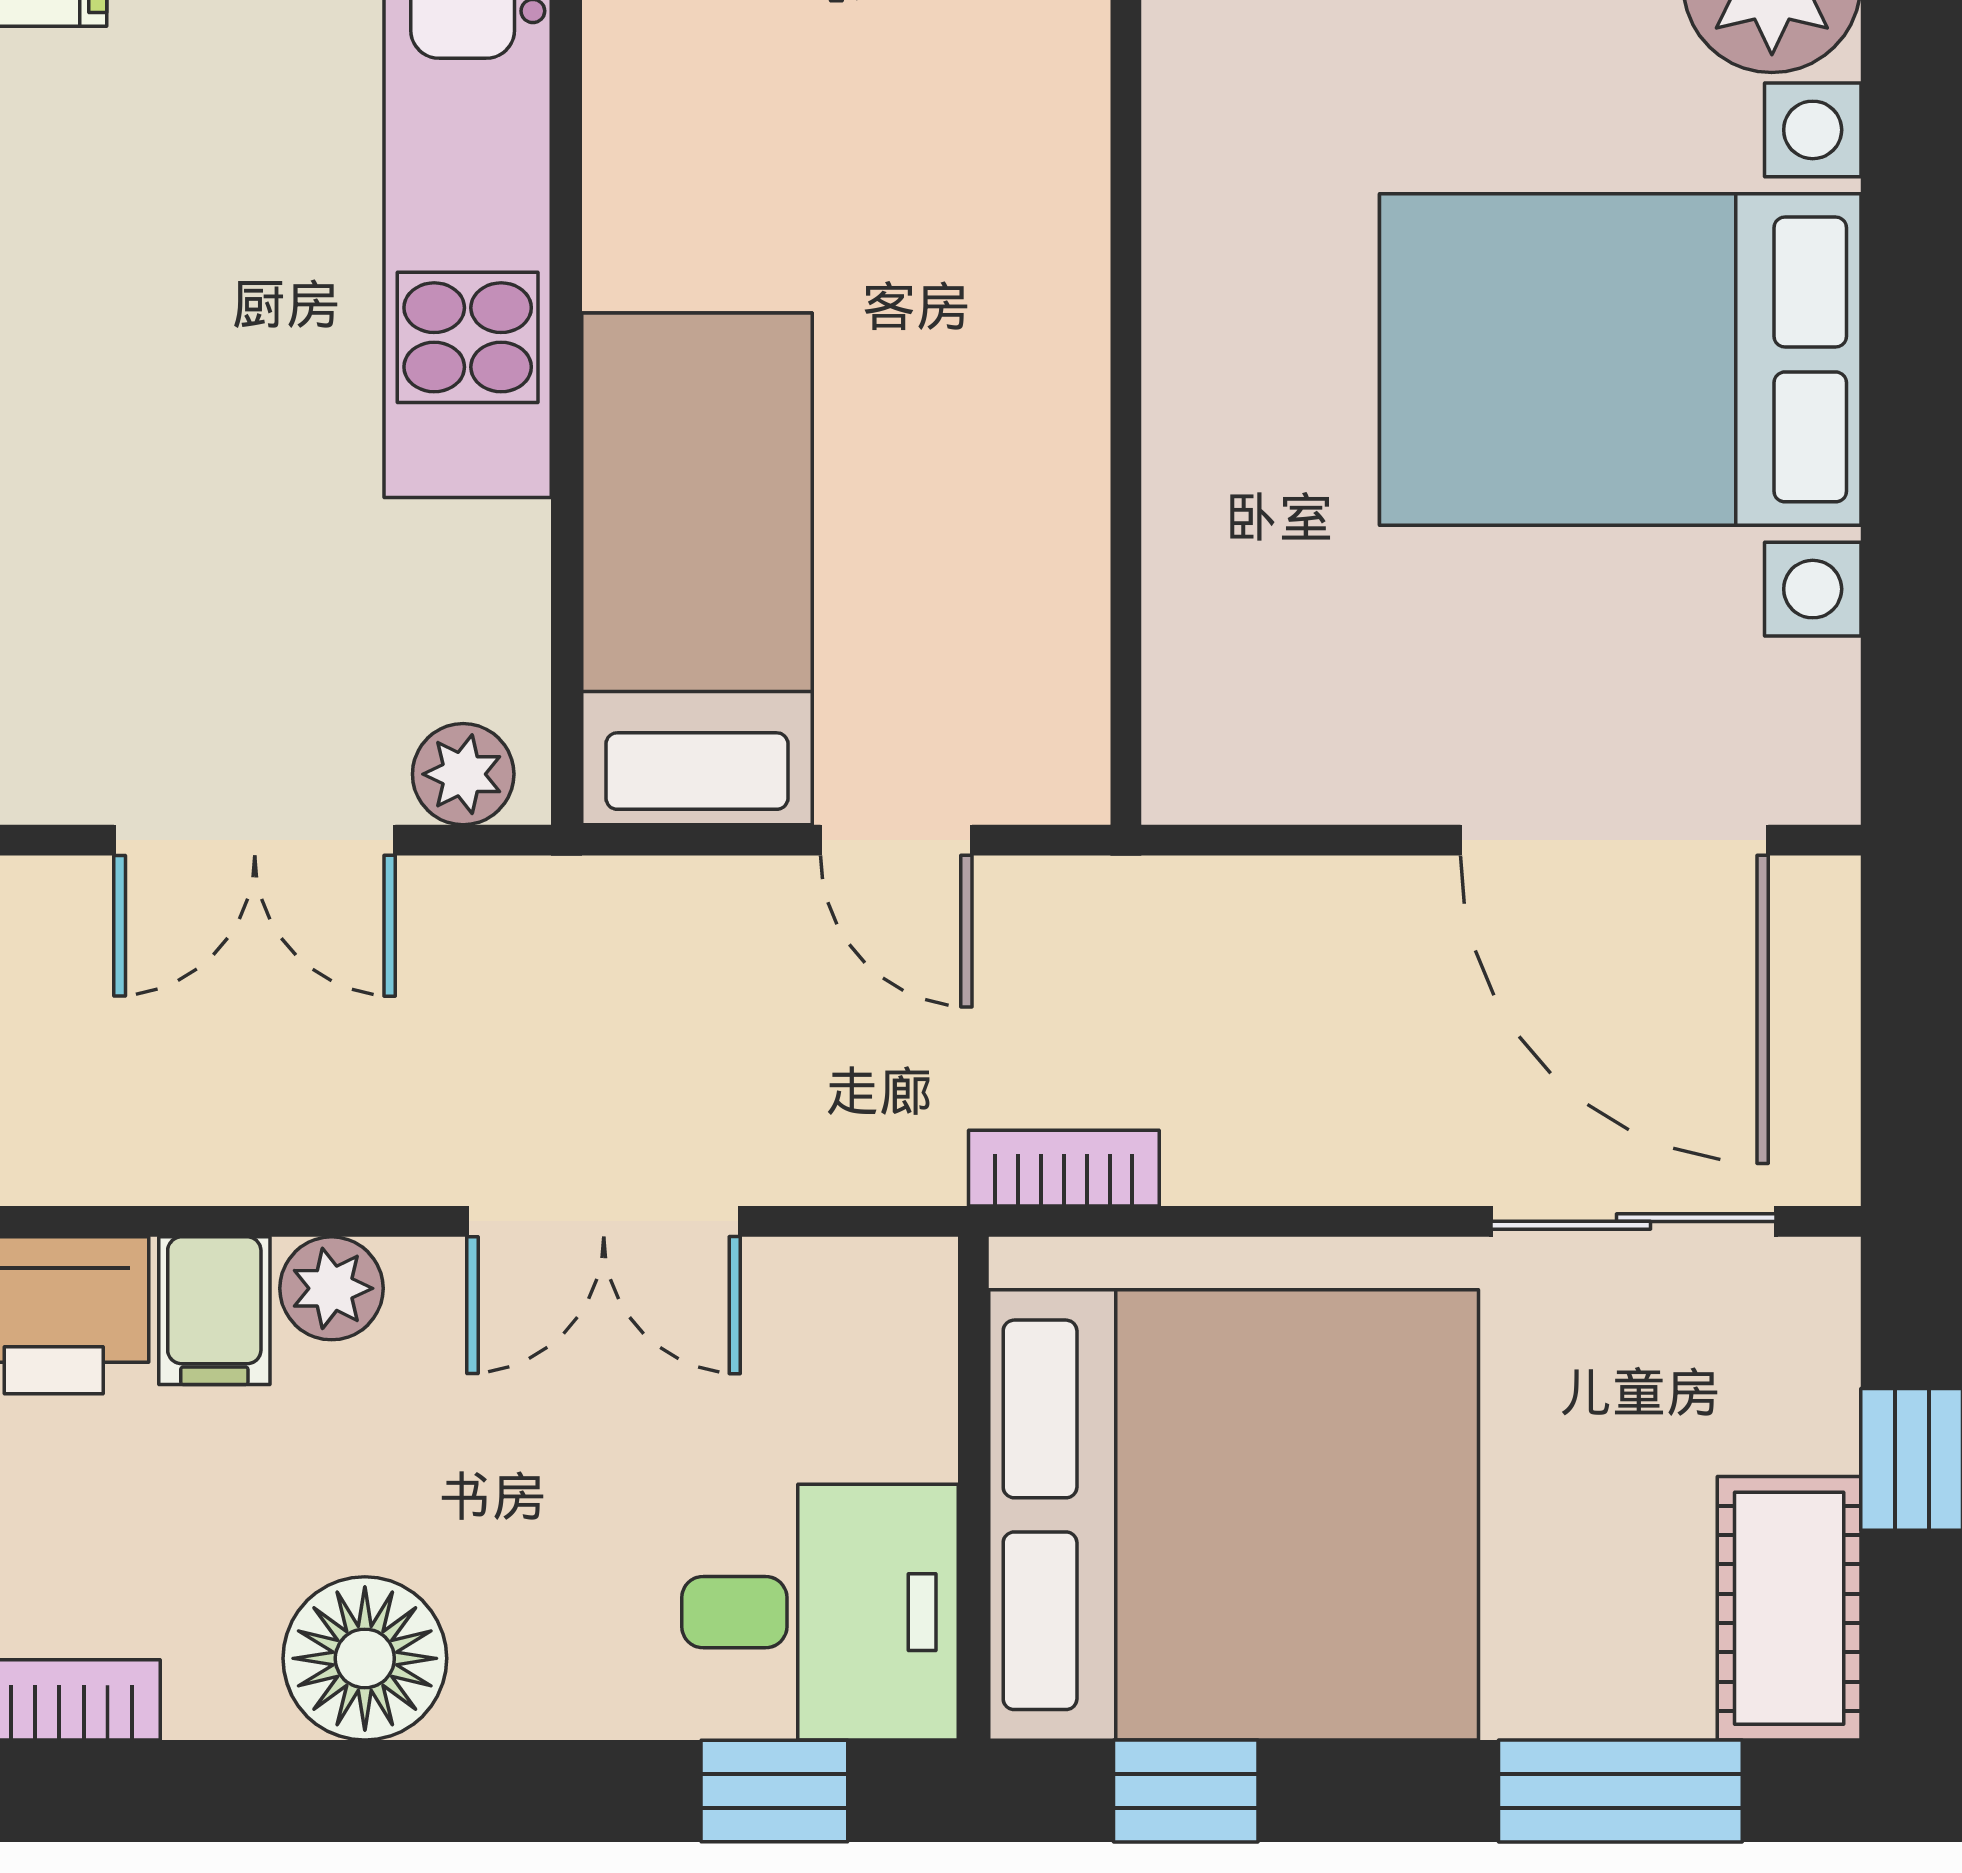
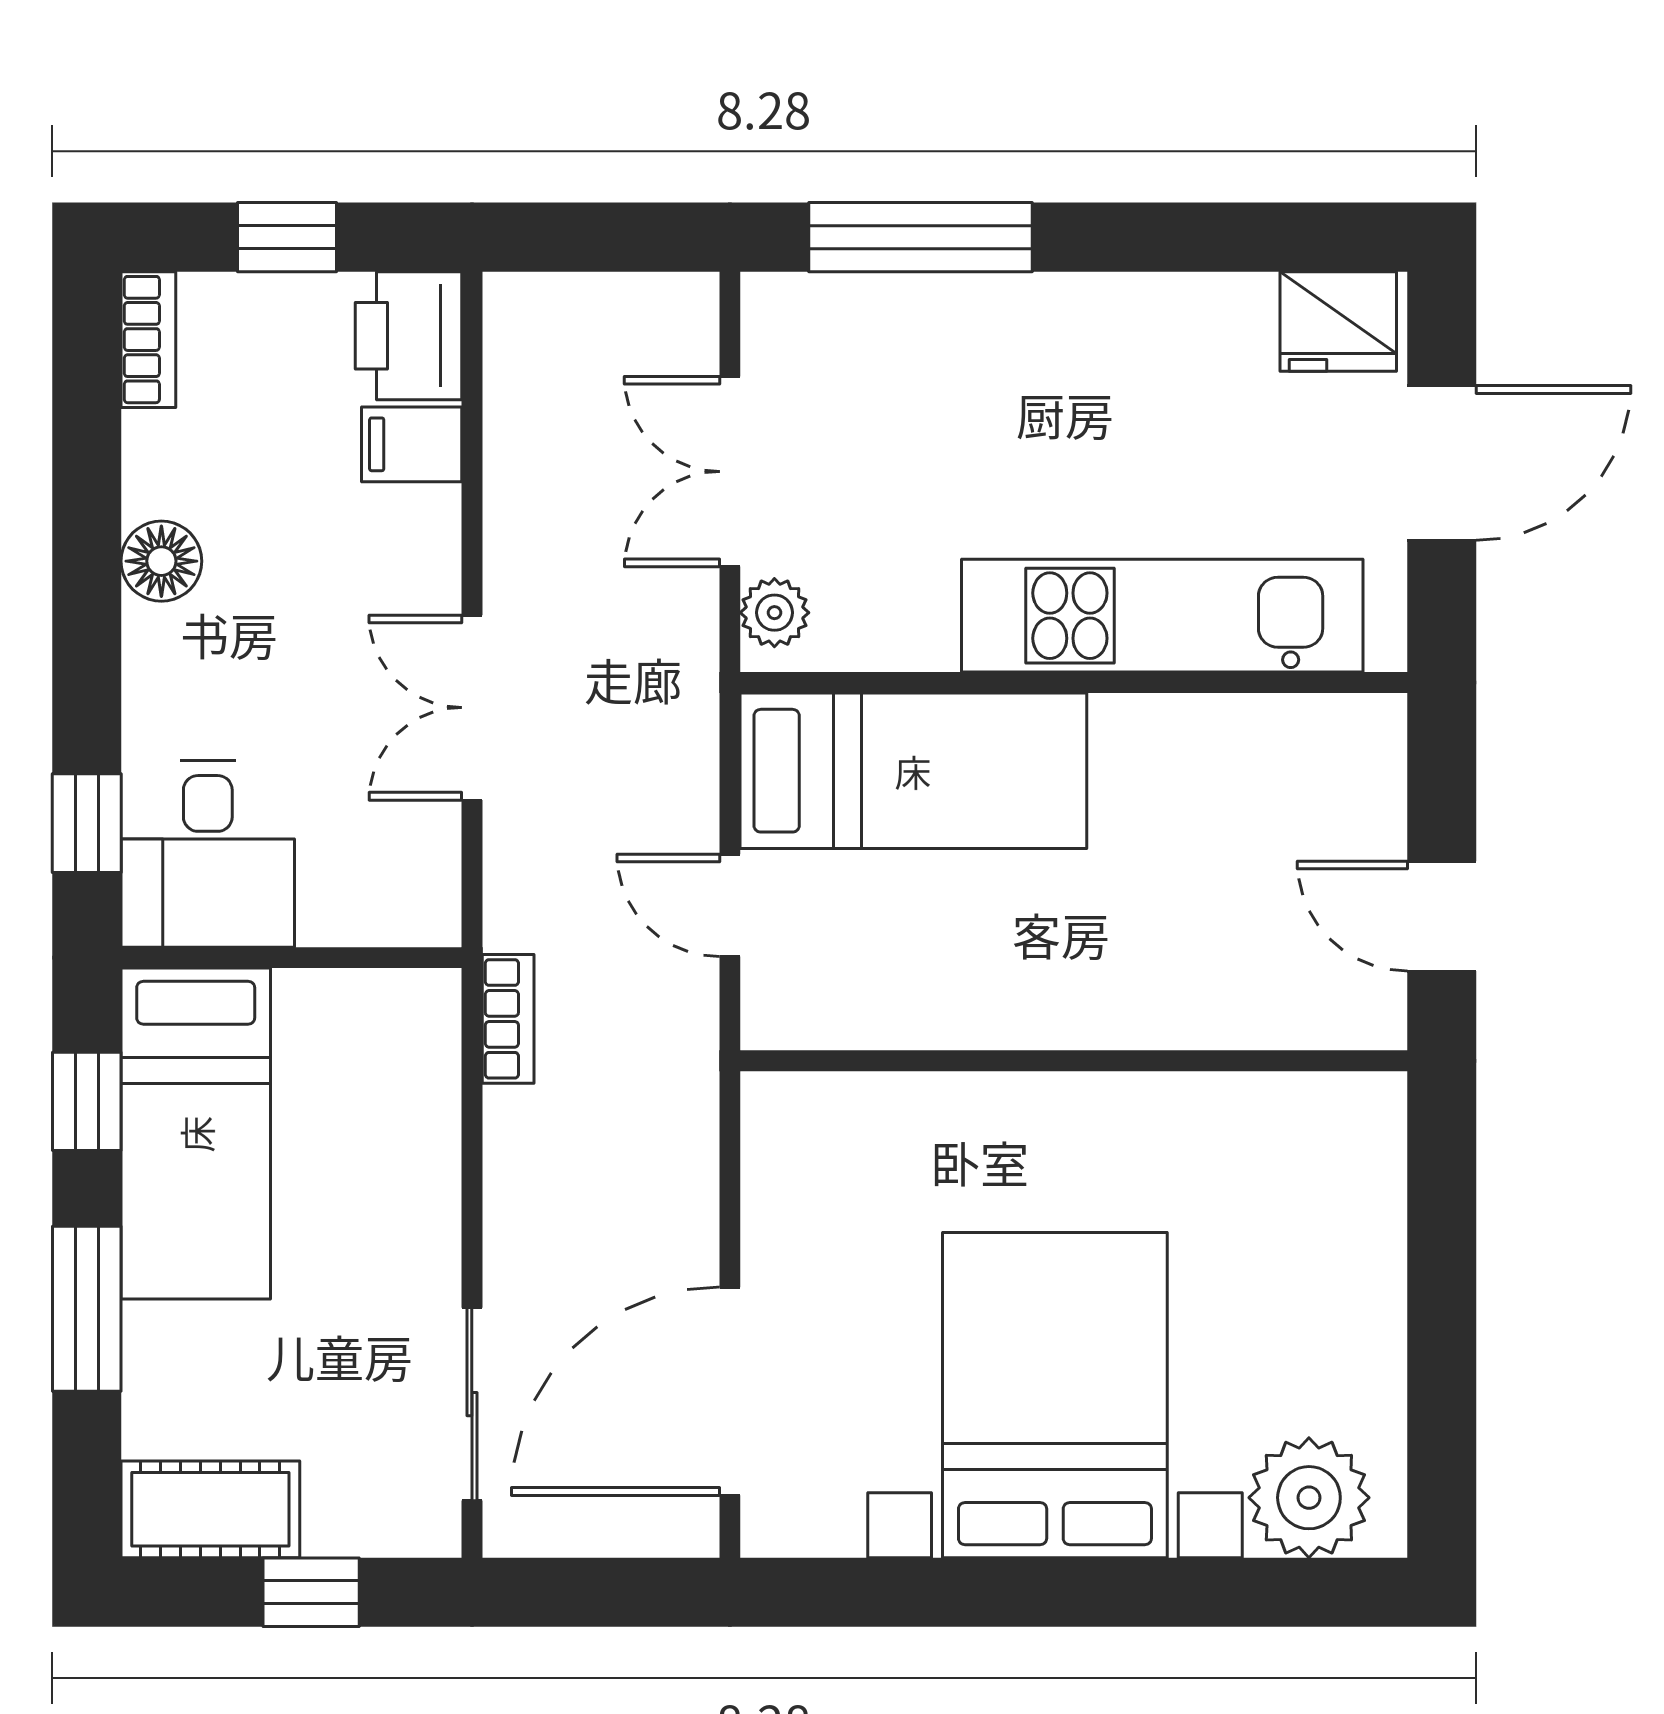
door: (896, 840) -> (730, 905), hinge flipped
plant: (332, 1288) -> (427, 524), removed
bed: (1234, 1515) -> (196, 1134), width x0.49
floor lamp: (365, 1658) -> (161, 561), width x0.73, depth x0.73
window: (1620, 1791) -> (87, 1309), moved

